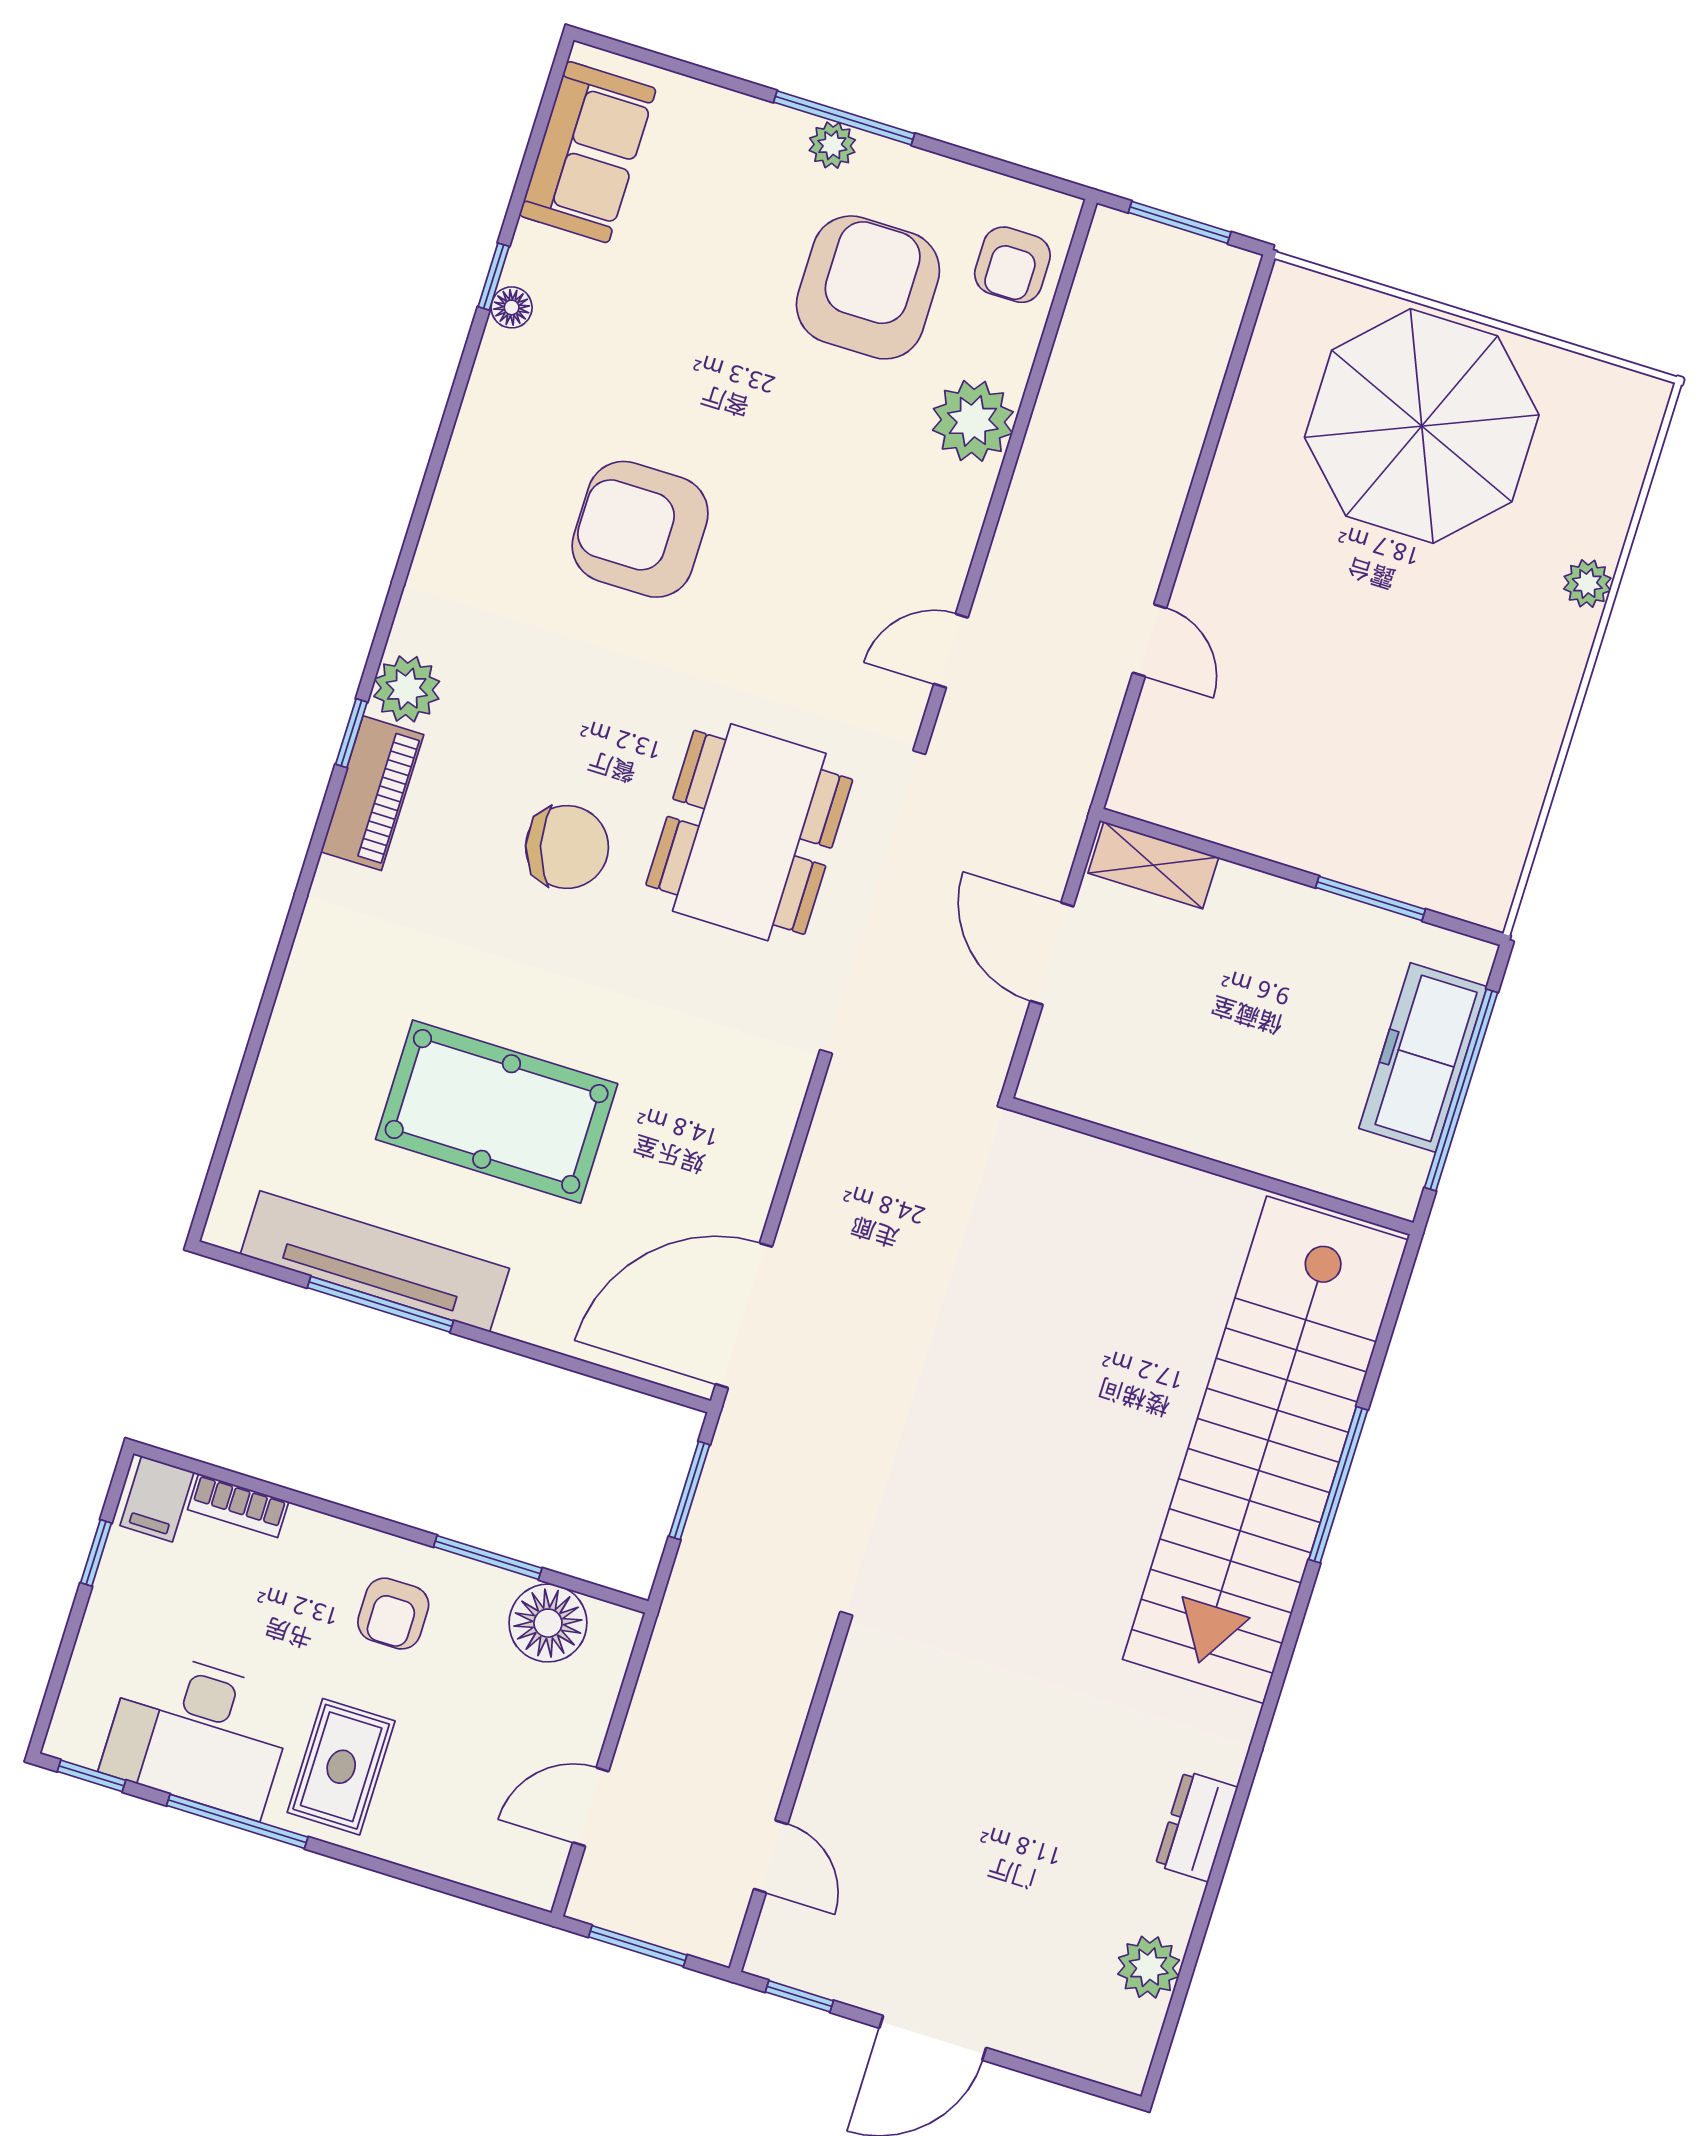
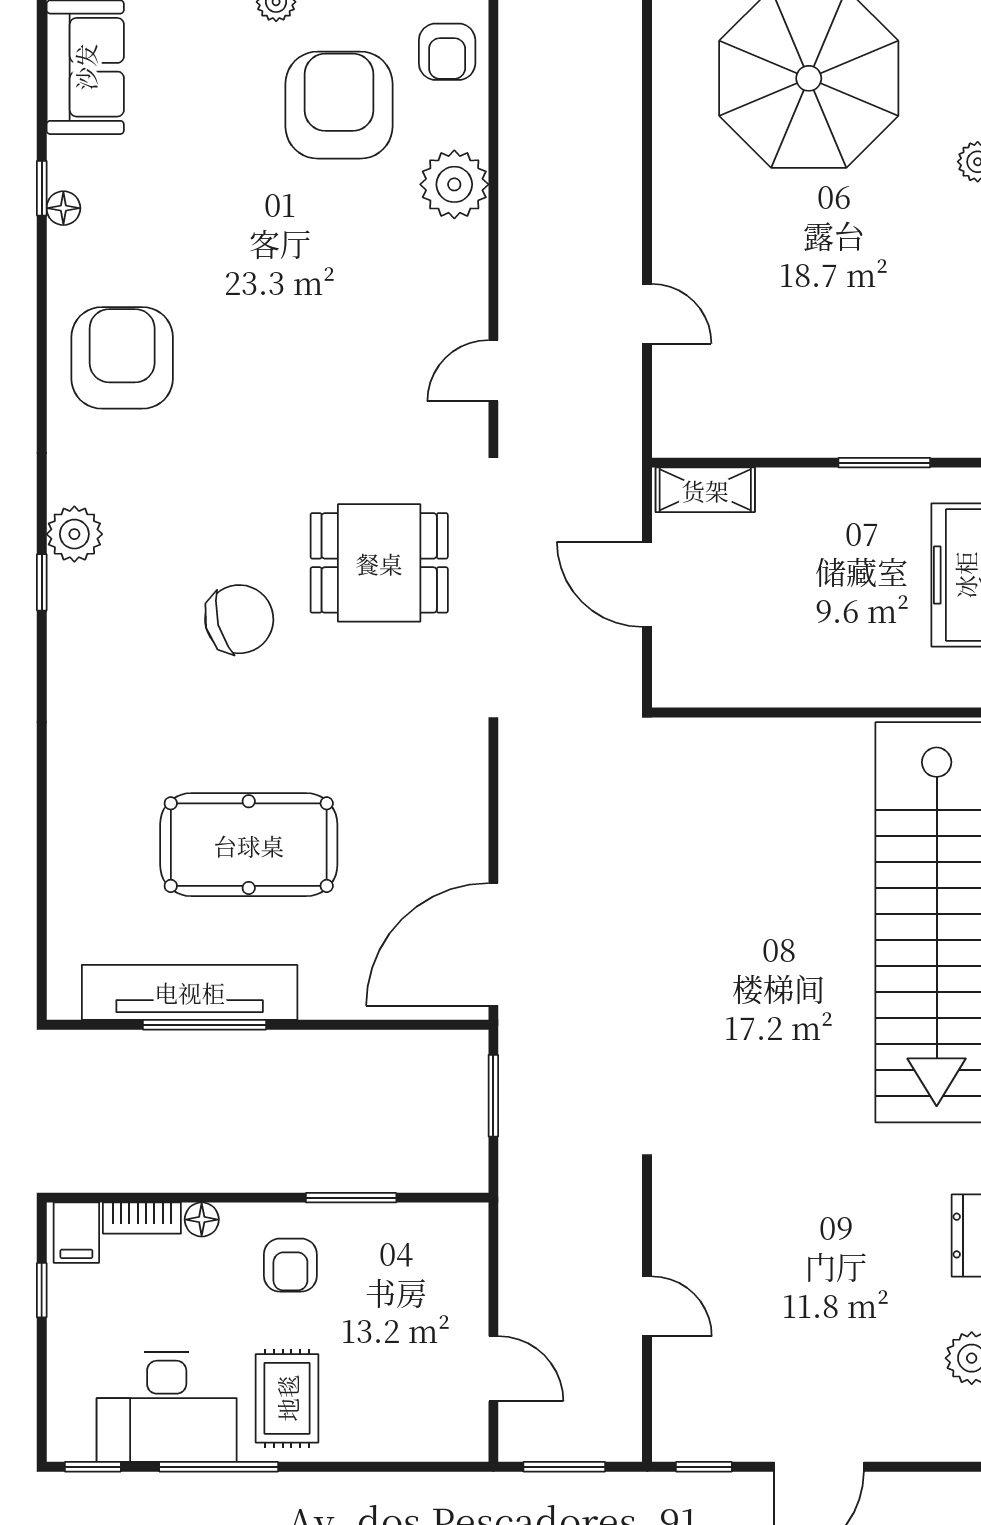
armchair: (640, 529) -> (122, 358), moved, turned 90
piano: (372, 793) -> (73, 625), removed
dining table: (749, 832) -> (379, 563), width x0.73
floor lamp: (548, 1623) -> (202, 1220), moved, width x0.53, depth x0.53
door: (591, 1807) -> (493, 1369), swing flipped
door: (771, 1857) -> (647, 1306), moved

